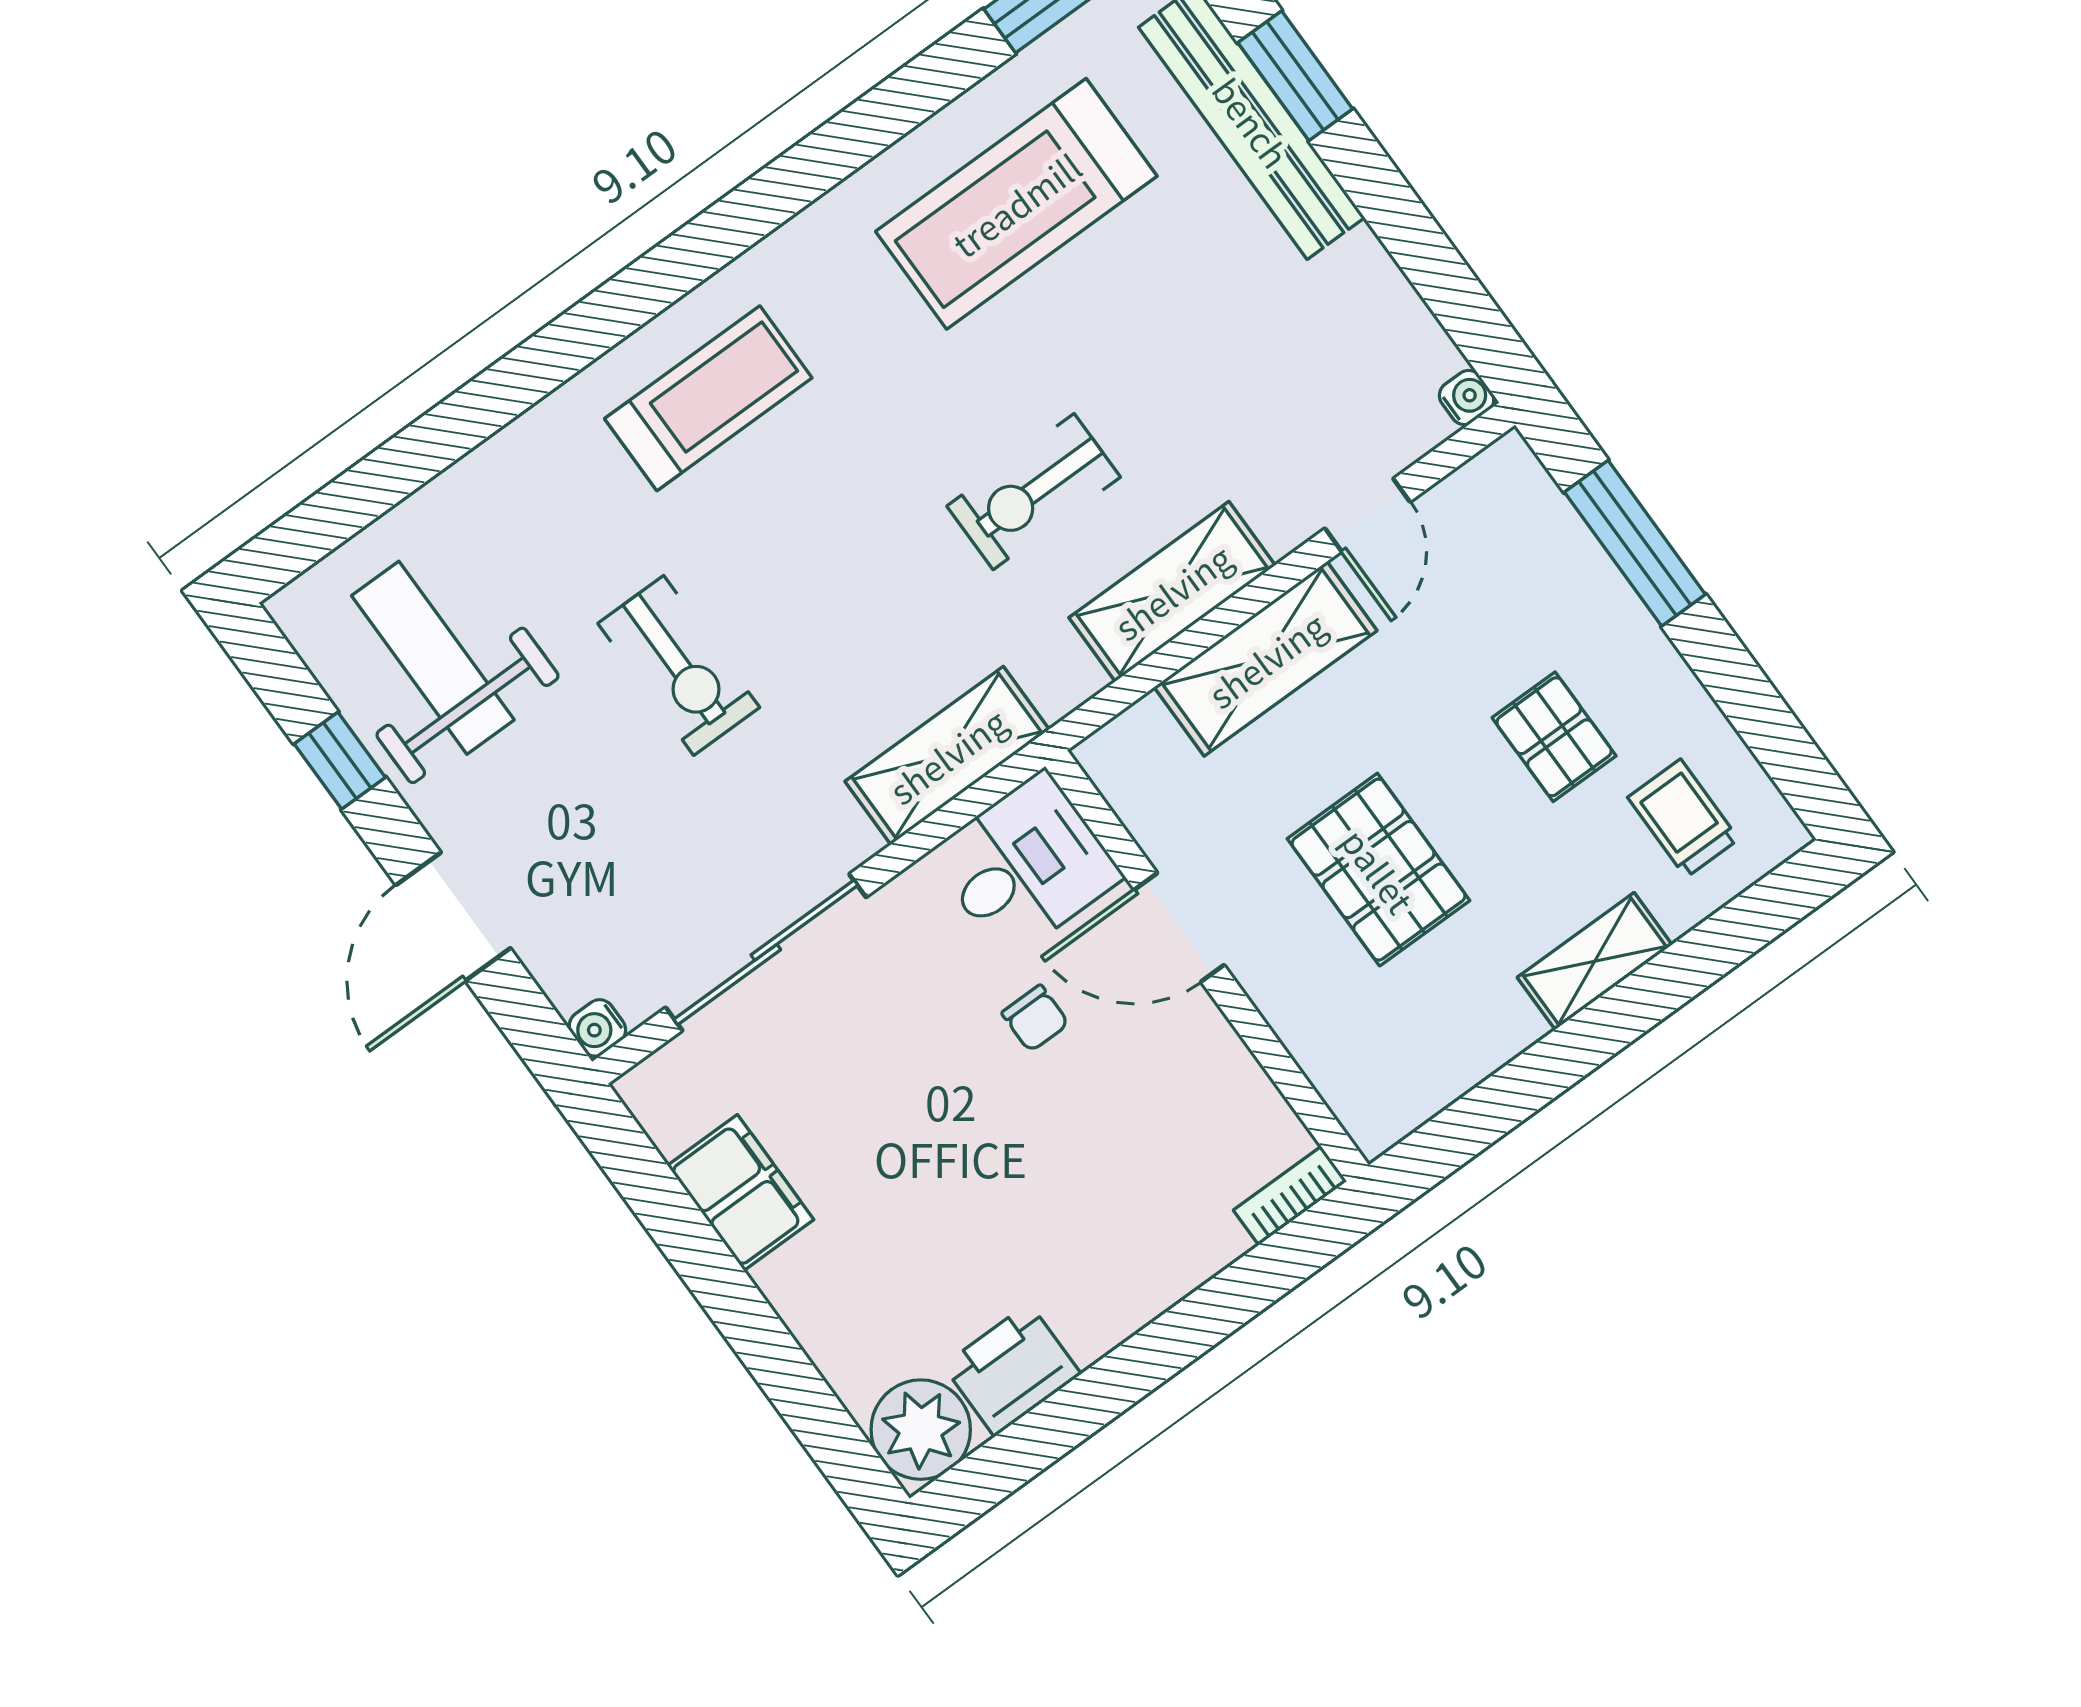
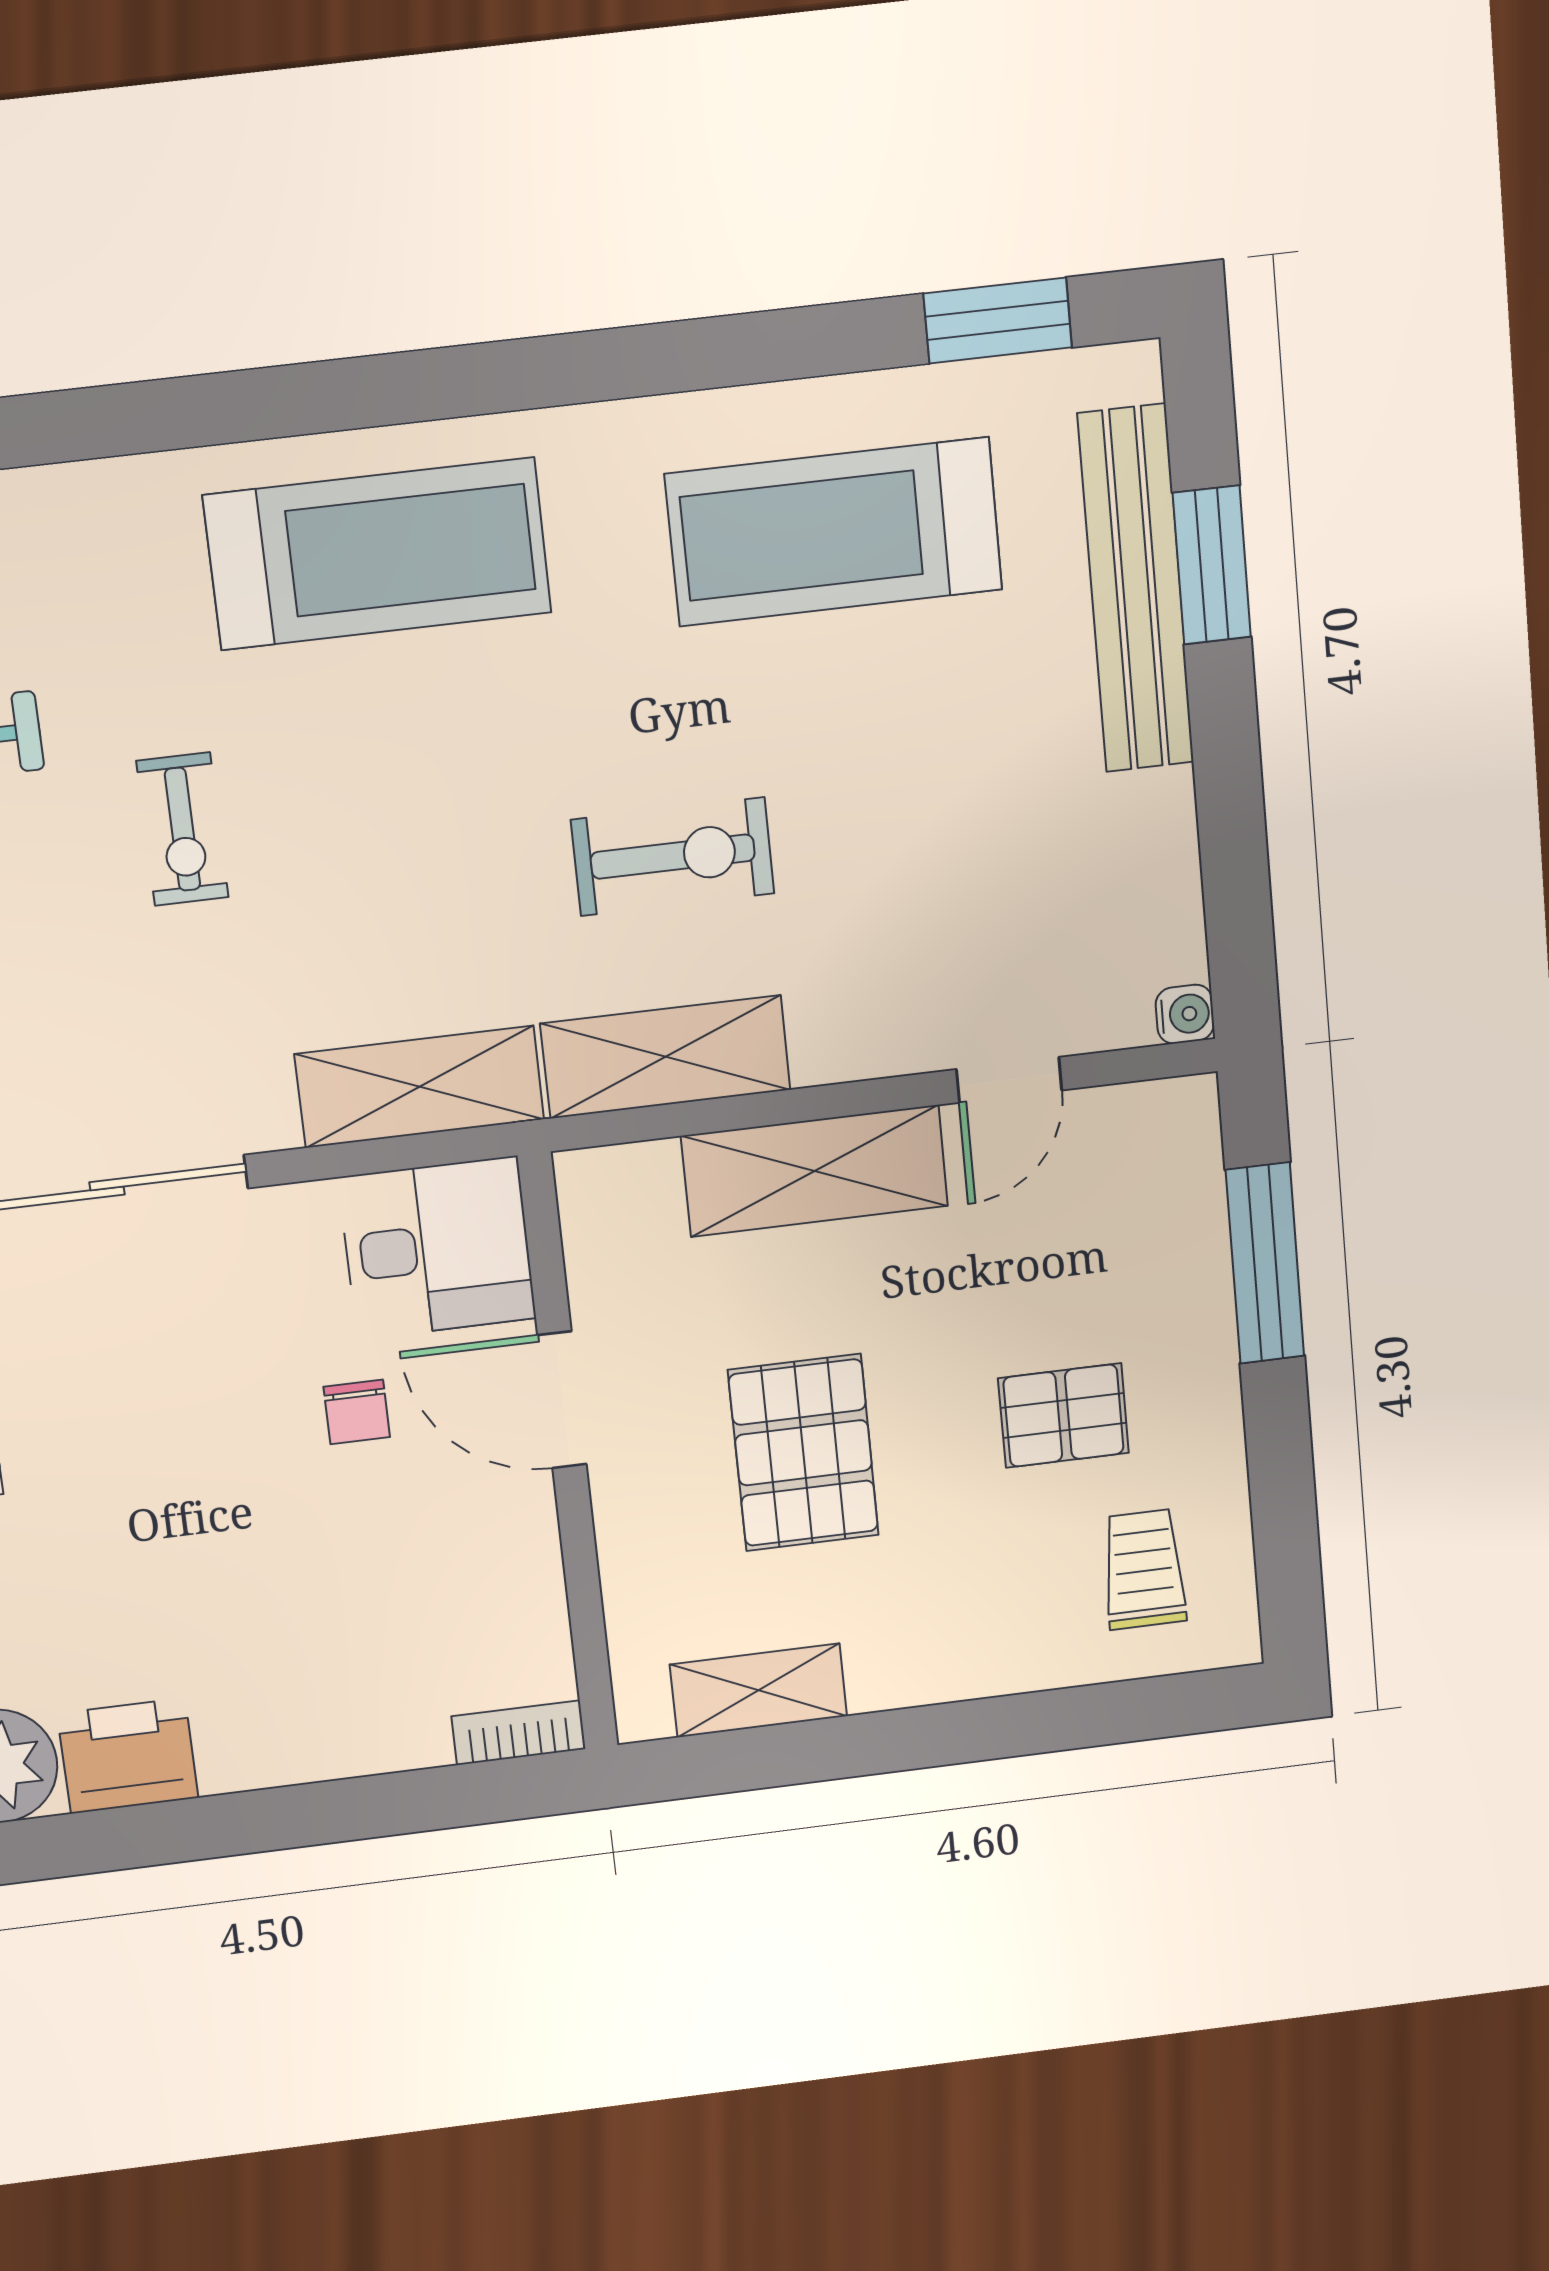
treadmill: (708, 398) -> (378, 554), width x1.37, depth x1.38
exercise bike: (1034, 492) -> (673, 857), turned 180
shelving: (1172, 591) -> (665, 1057), moved
exercise bike: (679, 665) -> (182, 829), width x0.73, depth x0.72
pallet: (1554, 737) -> (1064, 1416), turned 90
shelving: (1595, 961) -> (758, 1690), moved

